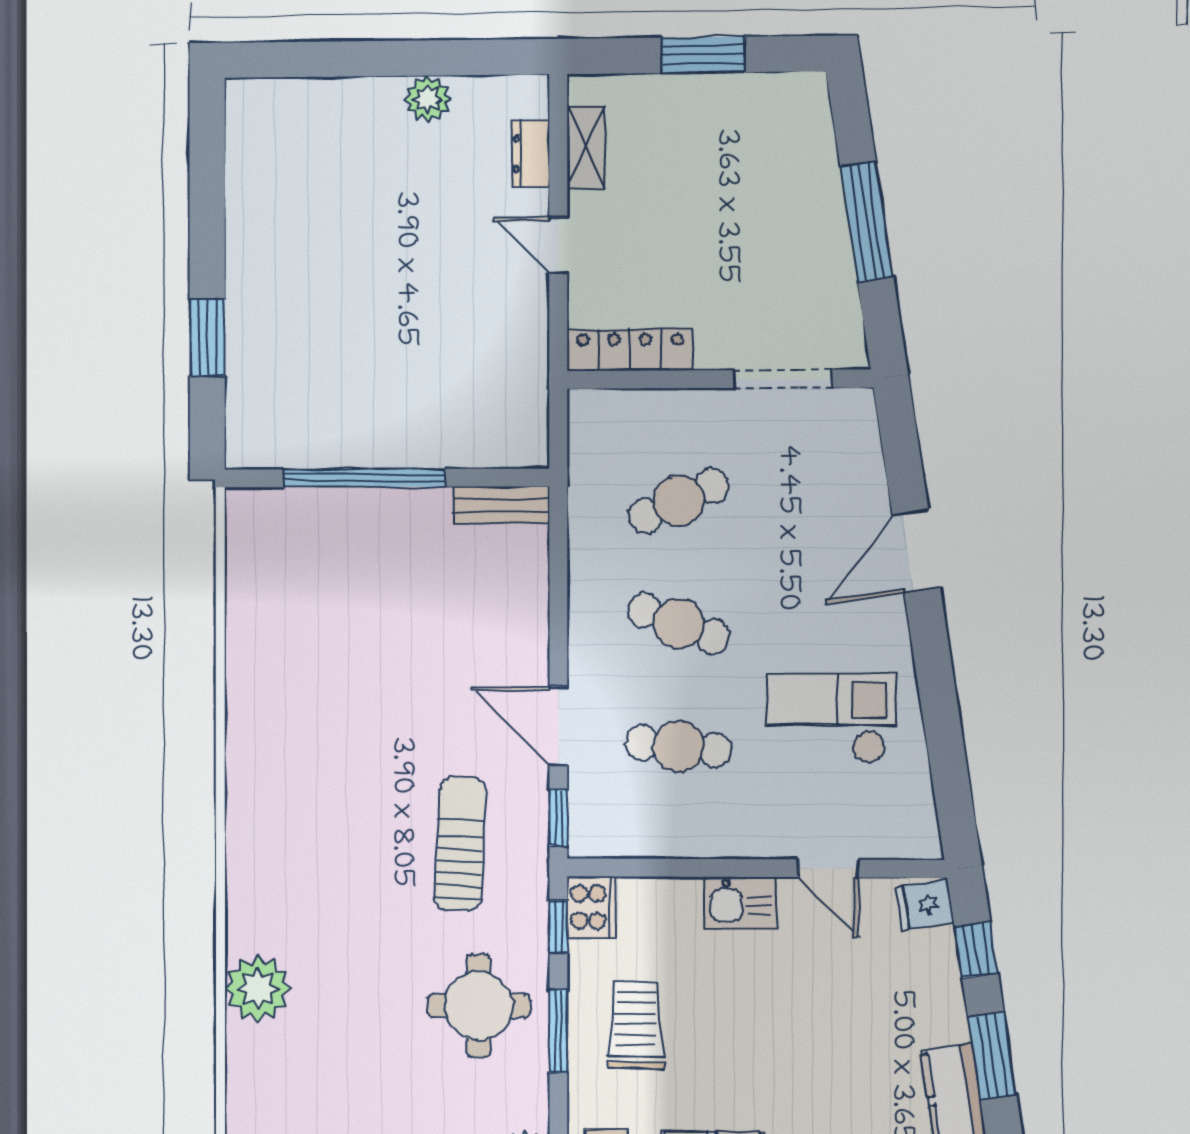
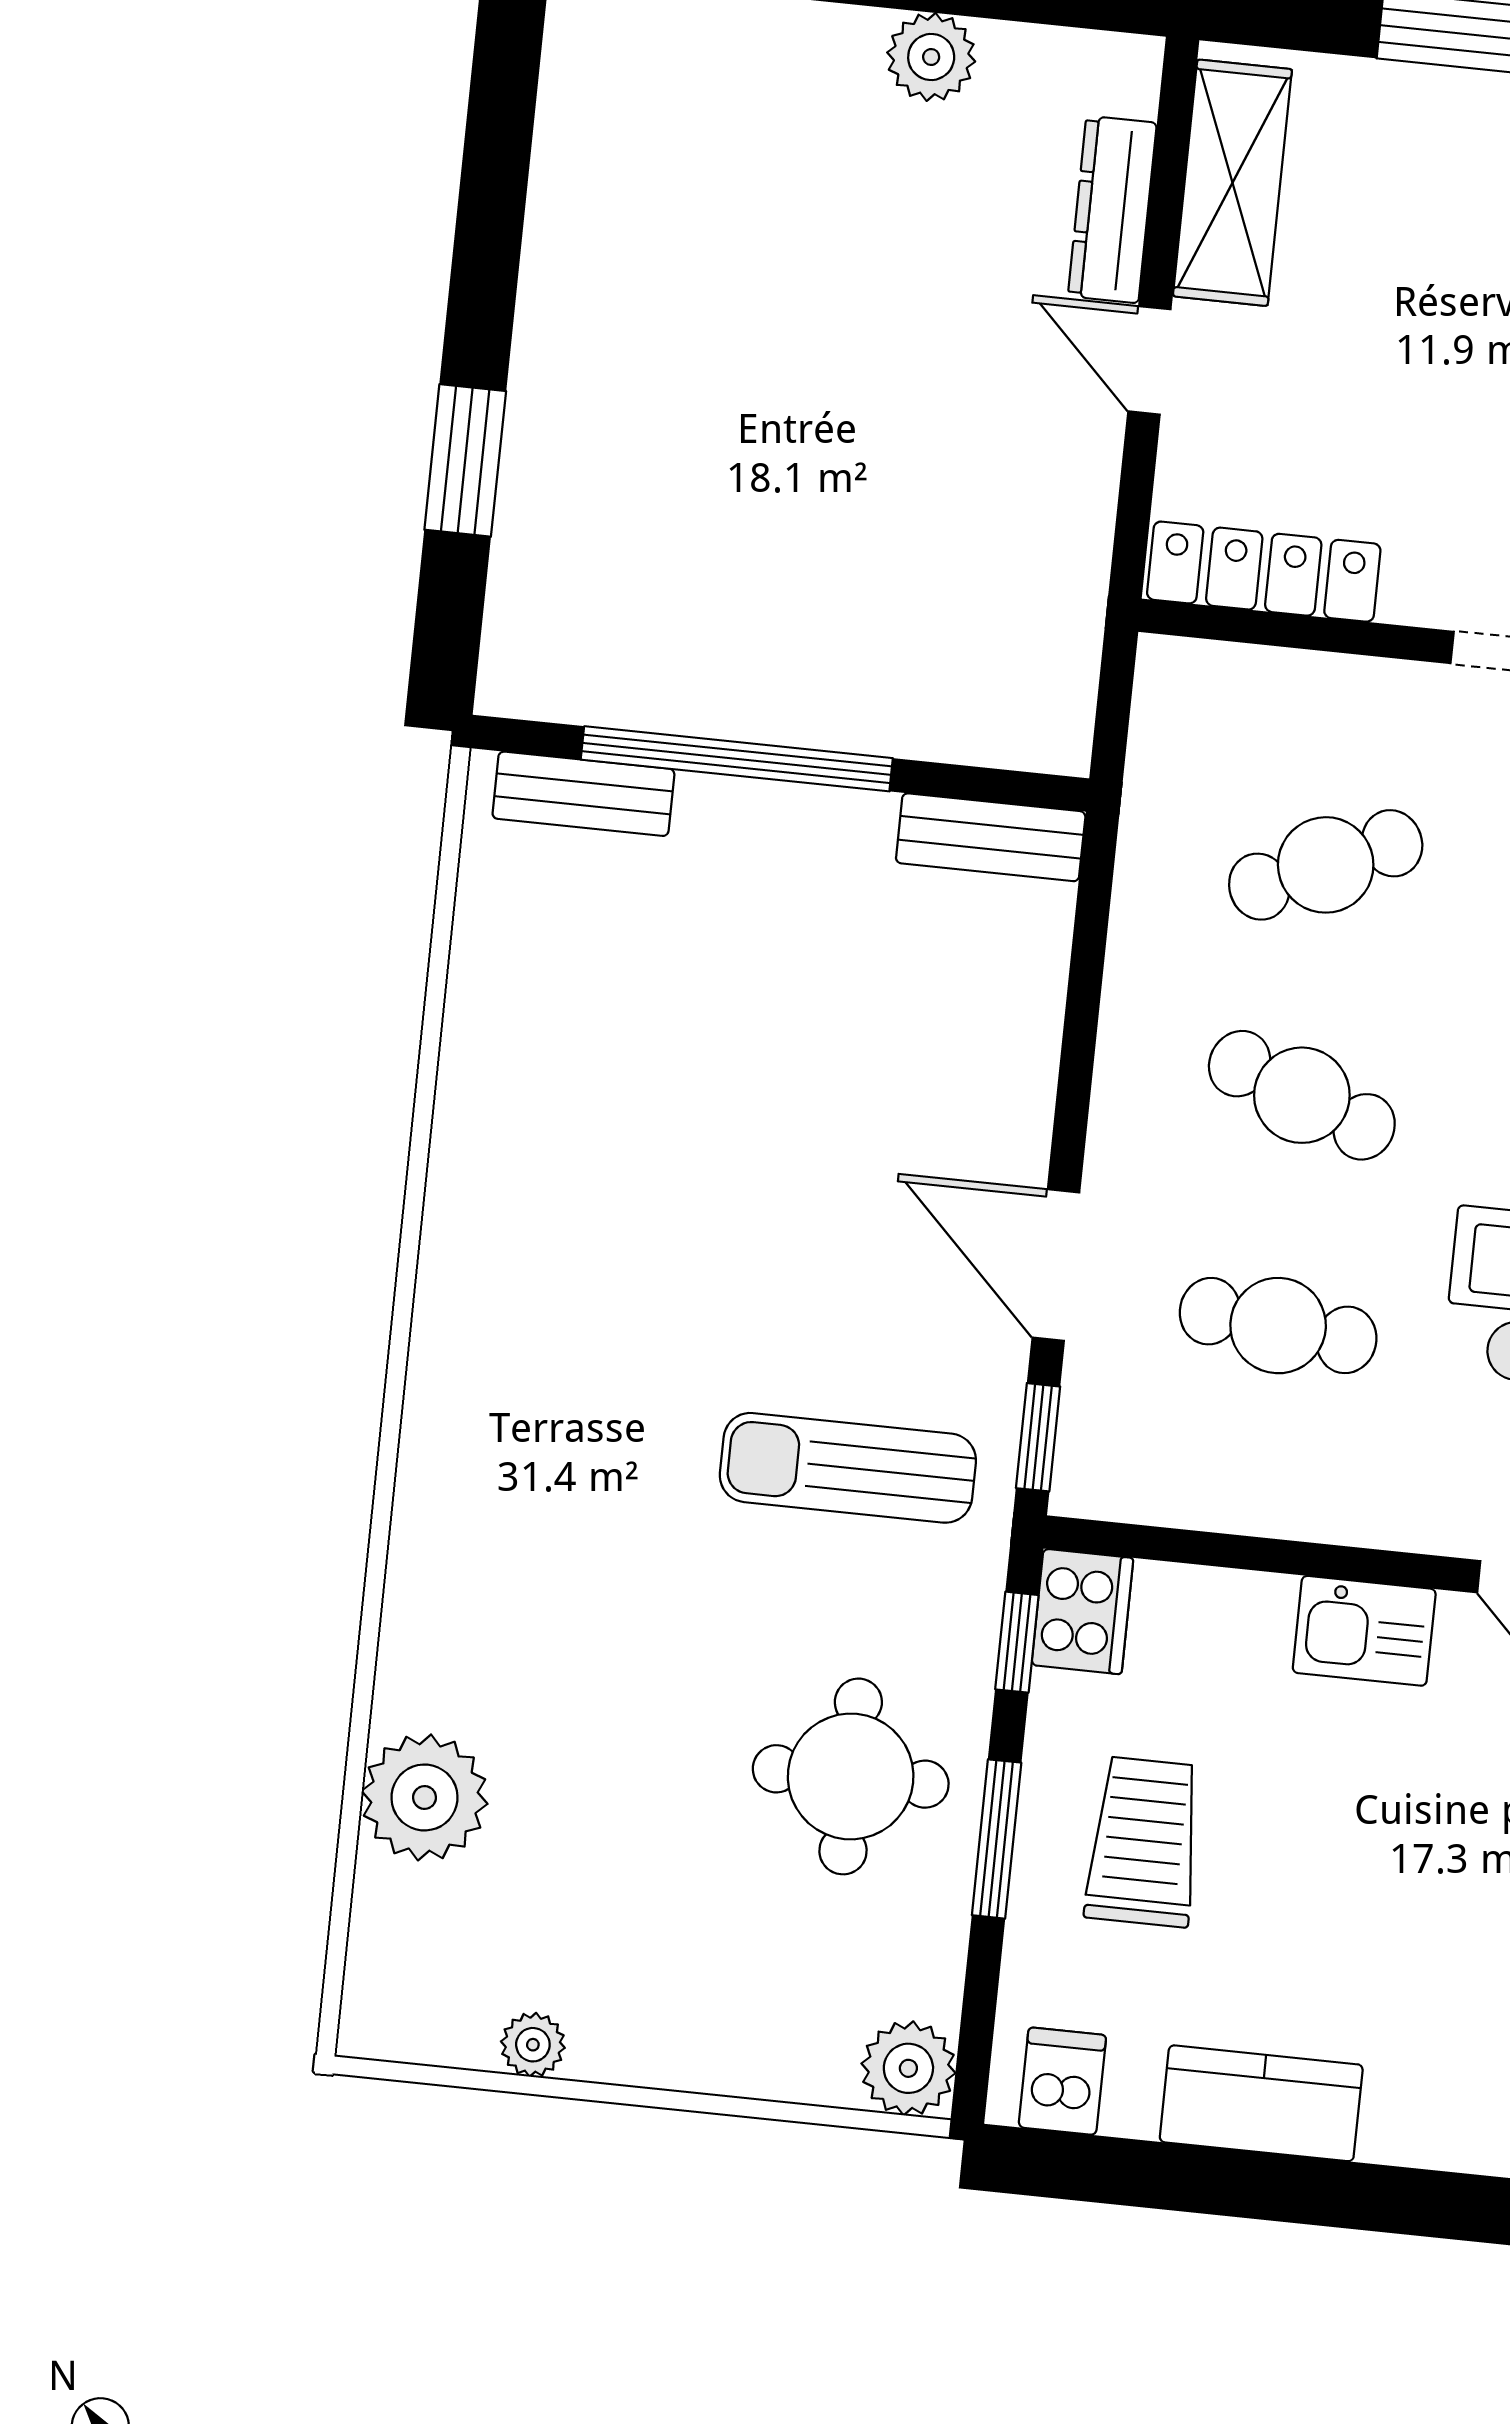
shelving: (586, 147) -> (1232, 183), width x1.50, depth x1.33
dresser: (531, 154) -> (1112, 209), width x1.44
bench: (286, 505) -> (583, 794), added
sun lounger: (460, 844) -> (848, 1468), turned -93
plant: (258, 989) -> (425, 1797), moved

